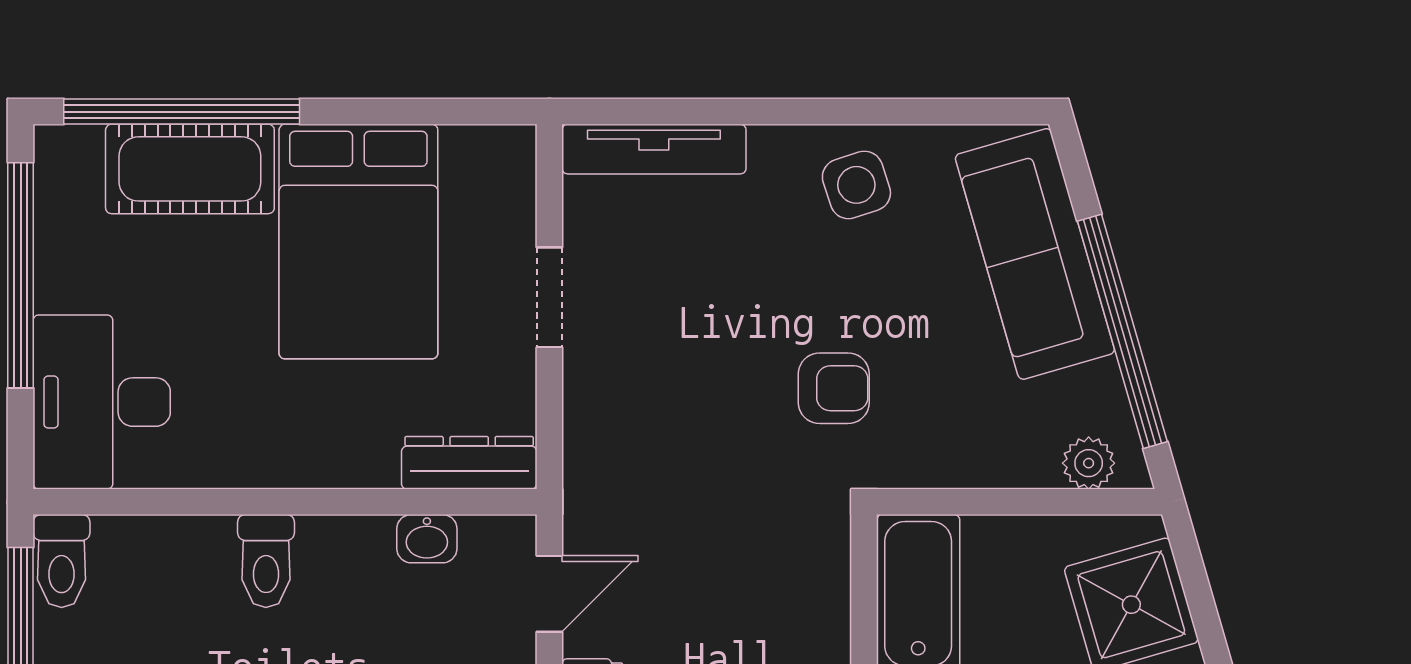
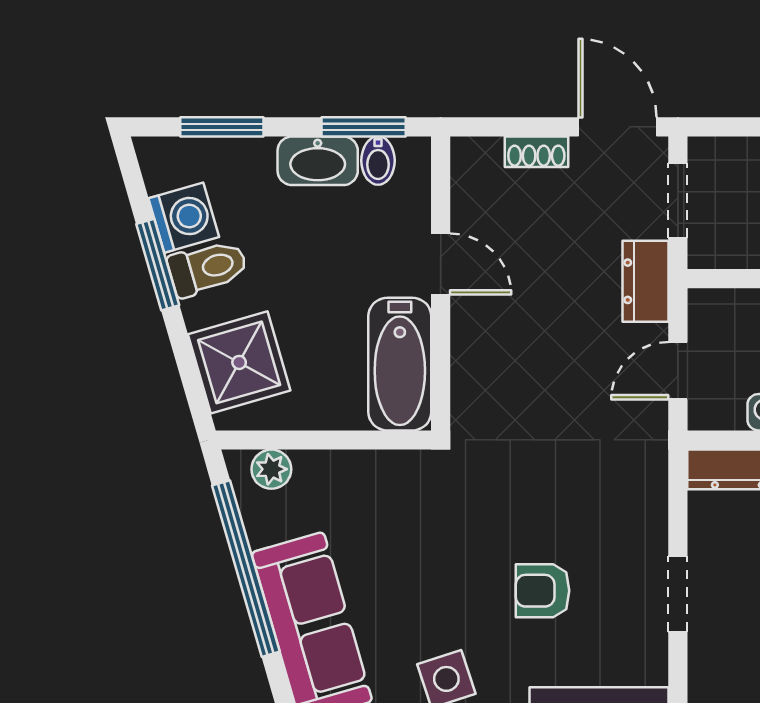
armchair: (834, 388) -> (543, 591), moved

